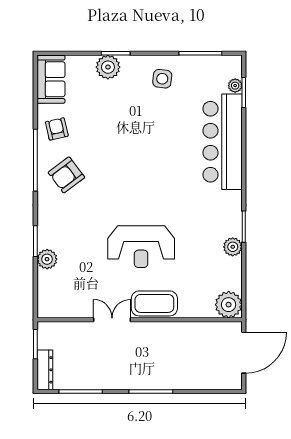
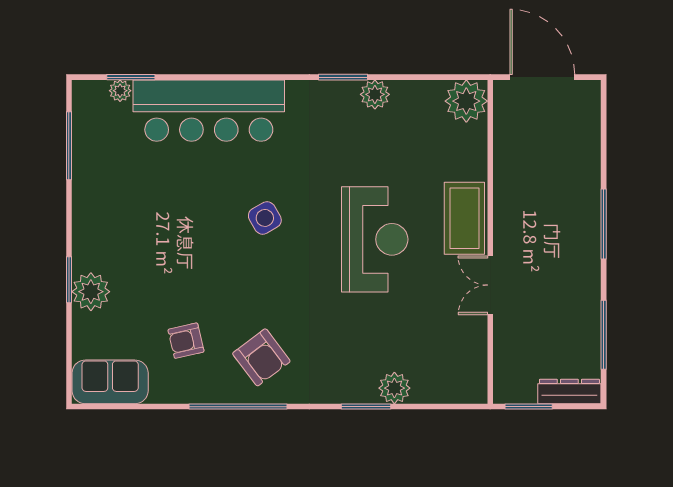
side table: (162, 79) -> (265, 218), moved, turned -37
armchair: (57, 129) -> (186, 341), moved

